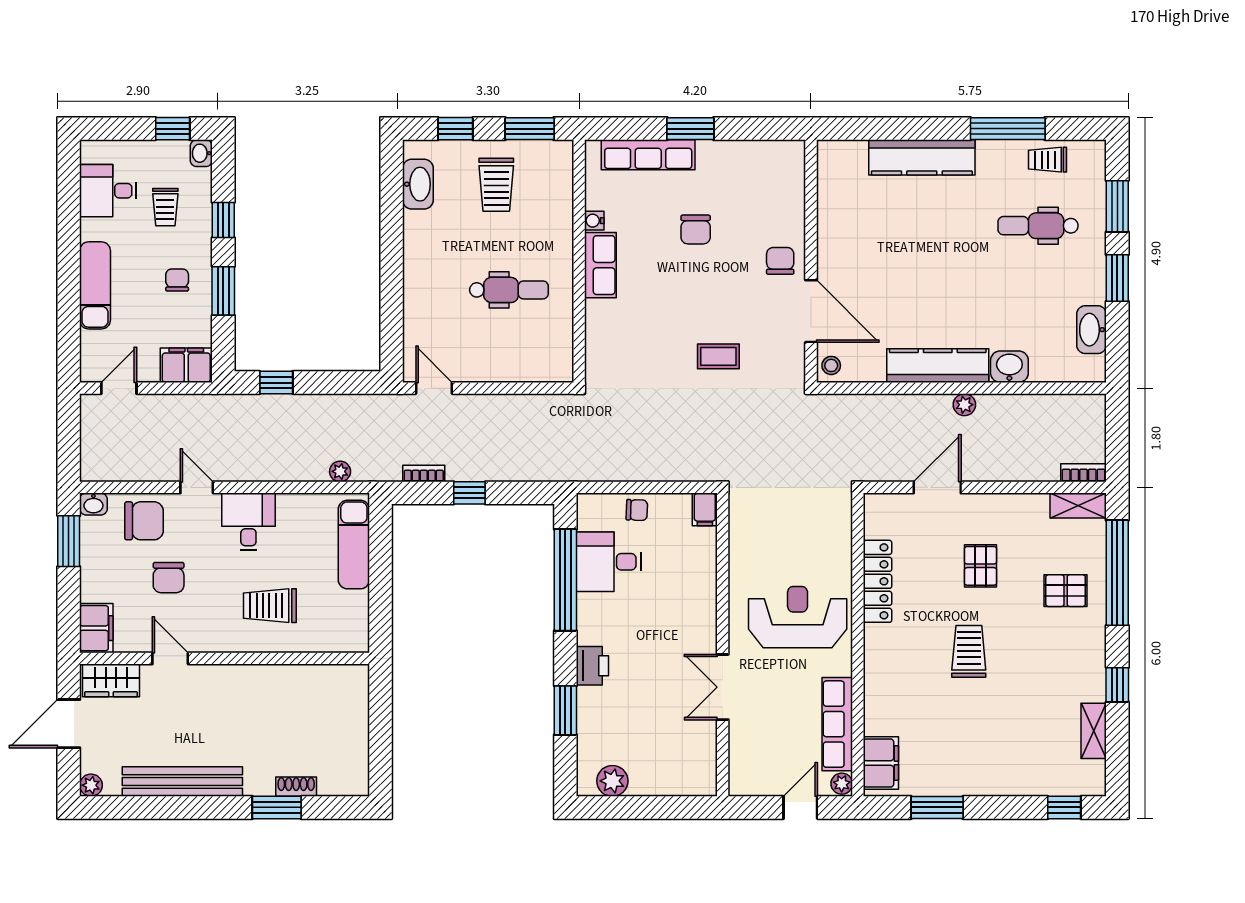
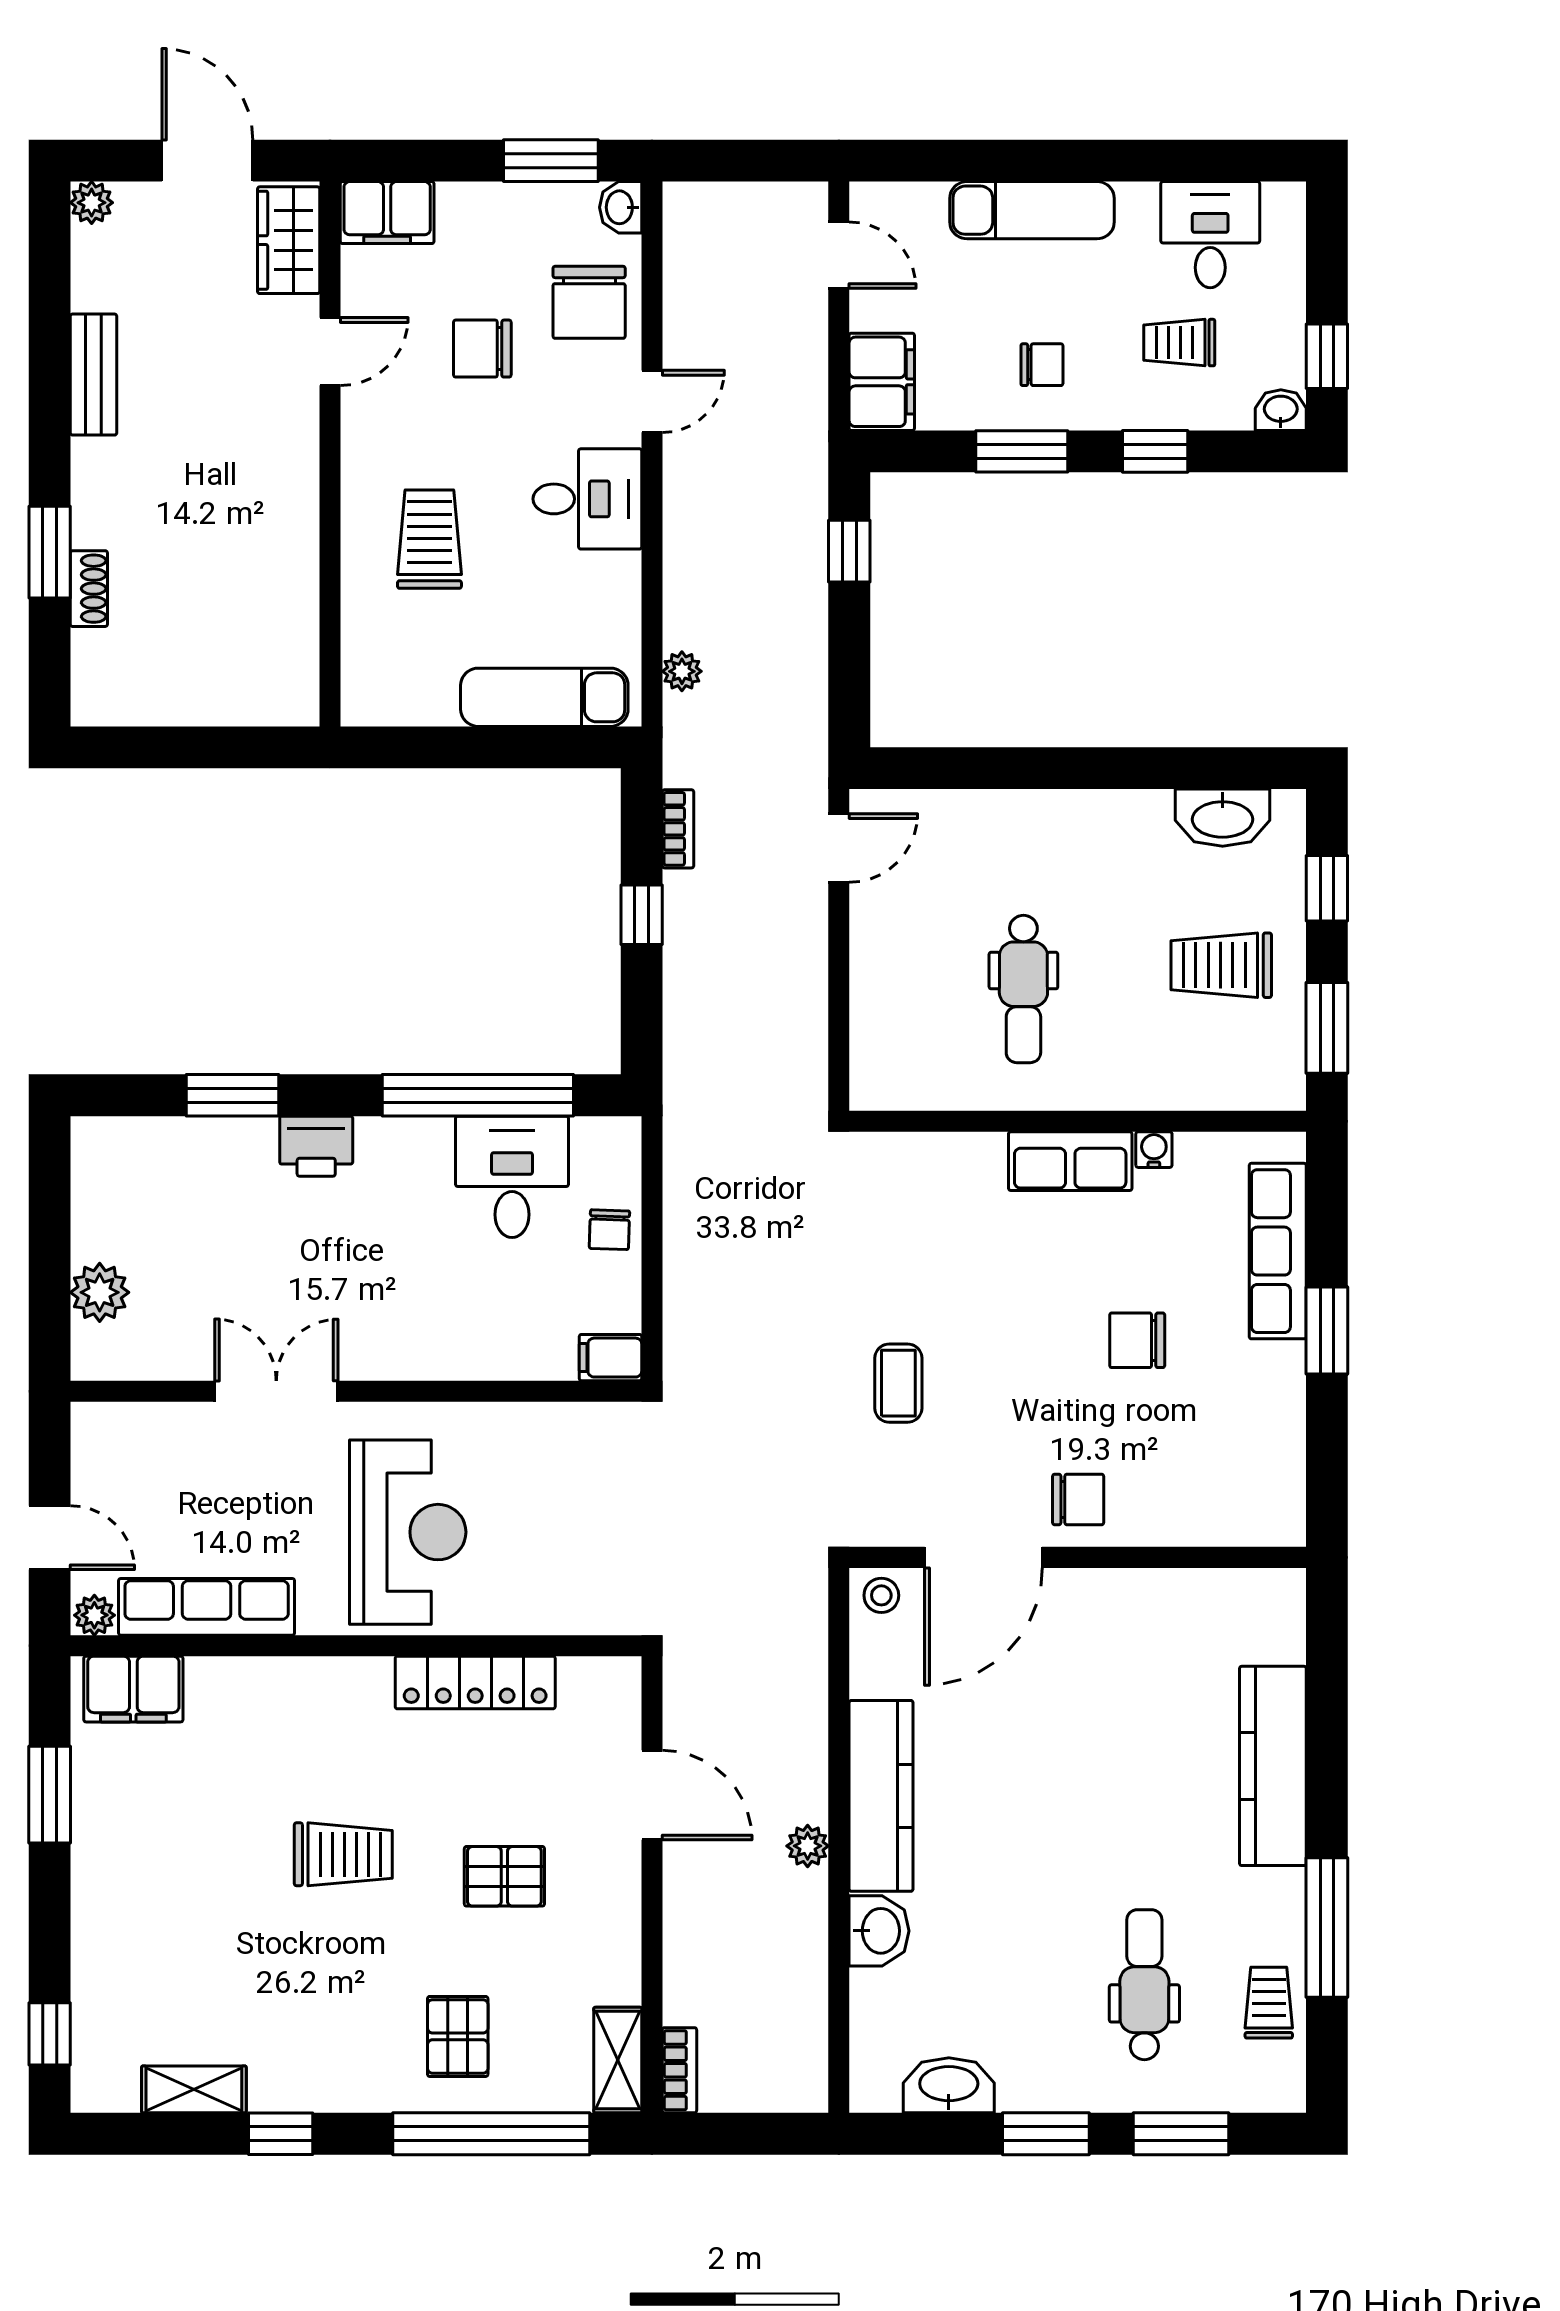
plant: (612, 781) -> (100, 1292), moved
bench: (182, 782) -> (94, 375), width x0.54, depth x0.82

